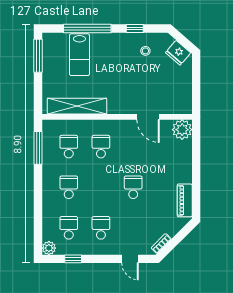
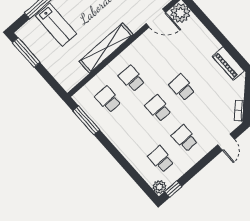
shelving: (77, 106) -> (106, 48), moved
door: (148, 117) -> (156, 18), moved
school desk: (69, 187) -> (158, 108), moved
window: (73, 259) -> (173, 189), moved
door: (130, 259) -> (226, 142), hinge flipped

